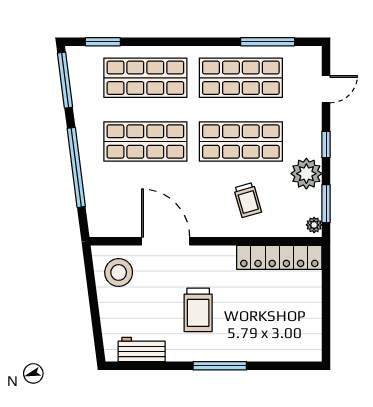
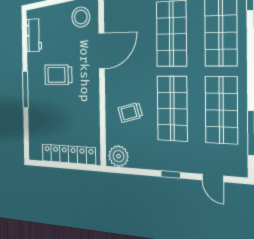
plant: (306, 174) -> (149, 158), removed
window: (326, 204) -> (129, 171), removed
plant: (314, 225) -> (119, 156), width x1.88, depth x1.88
locker: (279, 257) -> (69, 154), moved, turned 90

